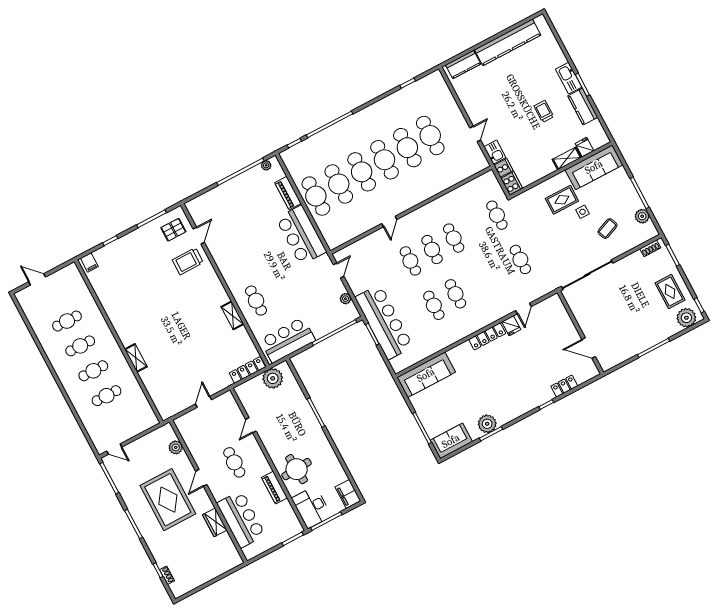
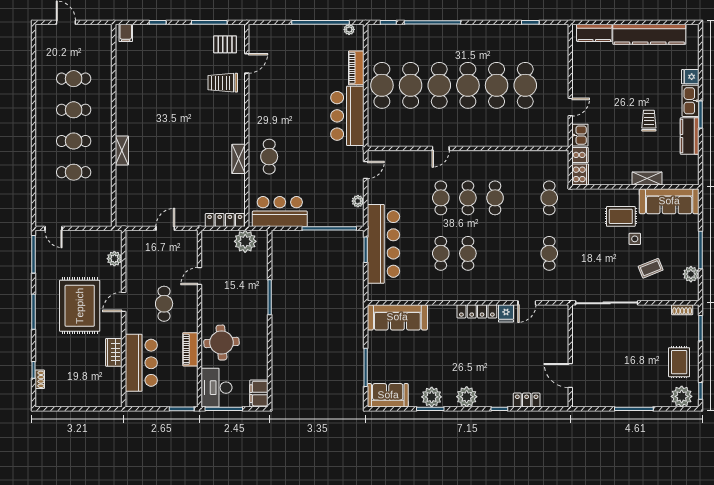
fridge: (585, 147) -> (690, 77), moved, turned -90
plant: (515, 409) -> (467, 397), added

